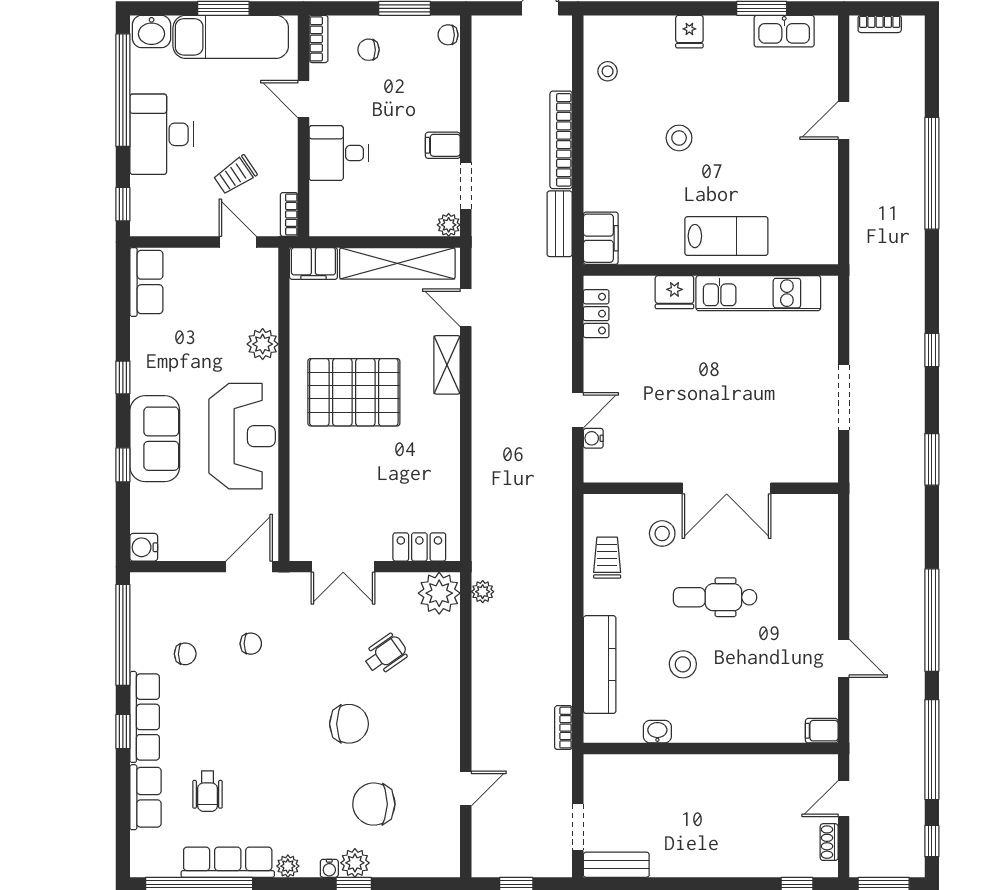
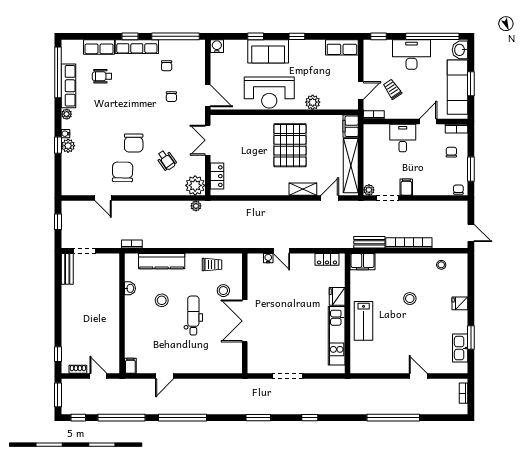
chair: (374, 804) -> (123, 172), moved

